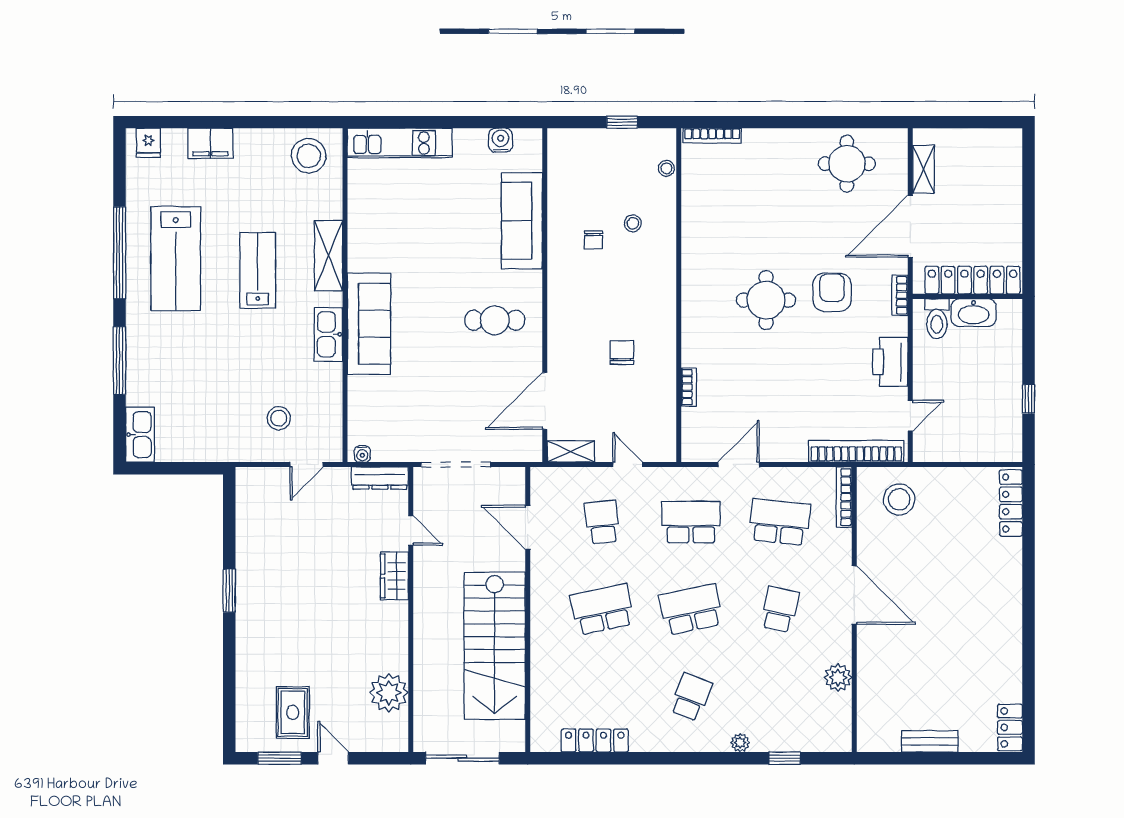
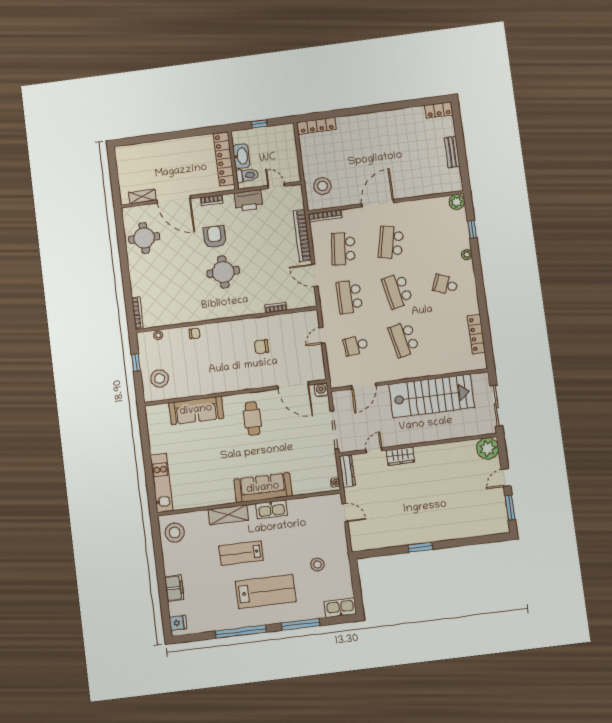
water cooler: (501, 140) -> (321, 390), moved, turned 90
stool: (633, 223) -> (160, 379), moved, width x1.89, depth x1.89
chair: (594, 240) -> (194, 333), moved
lab bench: (176, 259) -> (265, 591), moved
locker: (973, 280) -> (224, 159), moved
armchair: (832, 292) -> (215, 237), turned 90
wall: (968, 296) -> (233, 160), moved
washbasin: (974, 313) -> (241, 156), moved
toilet: (937, 319) -> (247, 175), moved
stool: (279, 418) -> (317, 565), moved
shelving: (571, 451) -> (319, 368), removed
bookcase: (856, 451) -> (302, 236), moved
school desk: (780, 610) -> (391, 243), width x1.85
plant: (838, 678) -> (457, 202), moved
plant: (389, 693) -> (488, 448), moved
rug: (293, 712) -> (484, 503), removed

